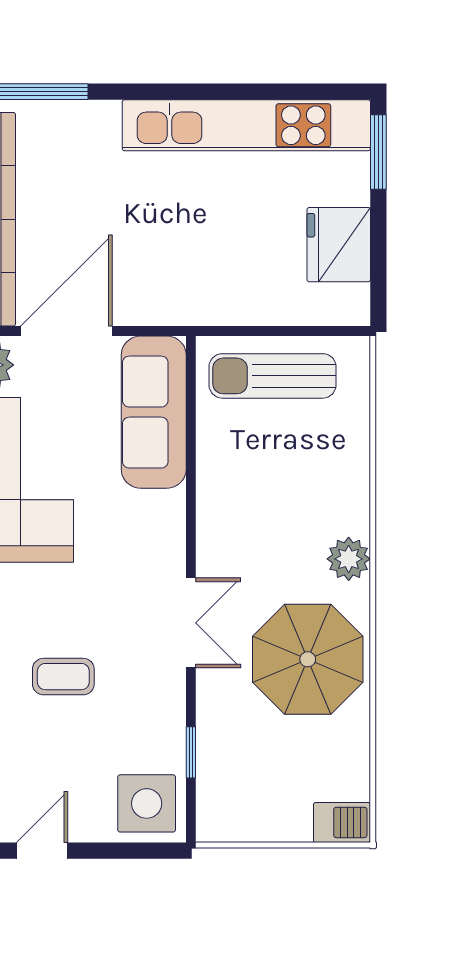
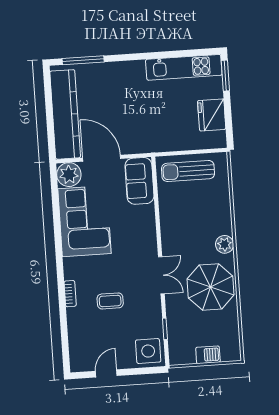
kitchen unit: (246, 125) -> (184, 67), width x0.73
door: (66, 331) -> (102, 158), hinge flipped
sofa: (154, 412) -> (139, 181), width x0.73
barbecue: (342, 822) -> (208, 355), moved

